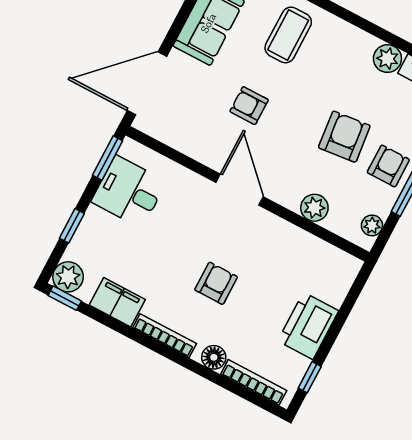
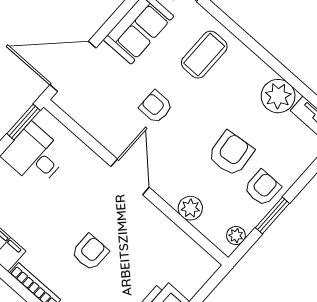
plant: (387, 59) -> (278, 96), width x1.36, depth x1.36

